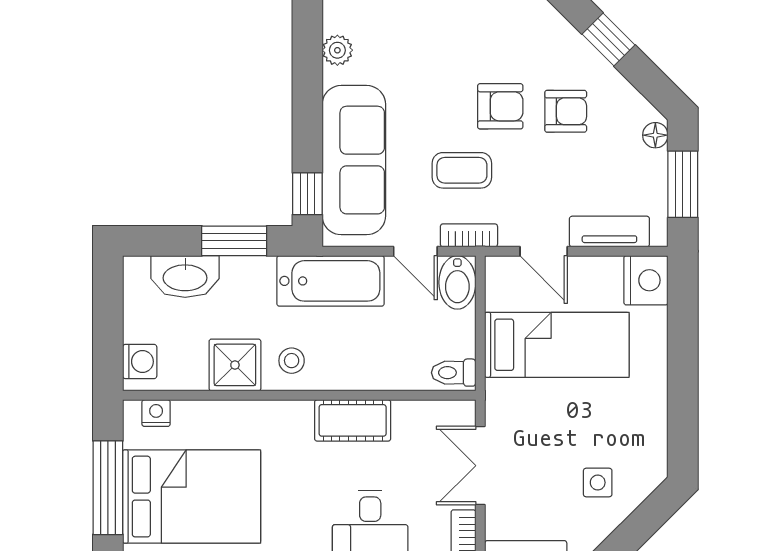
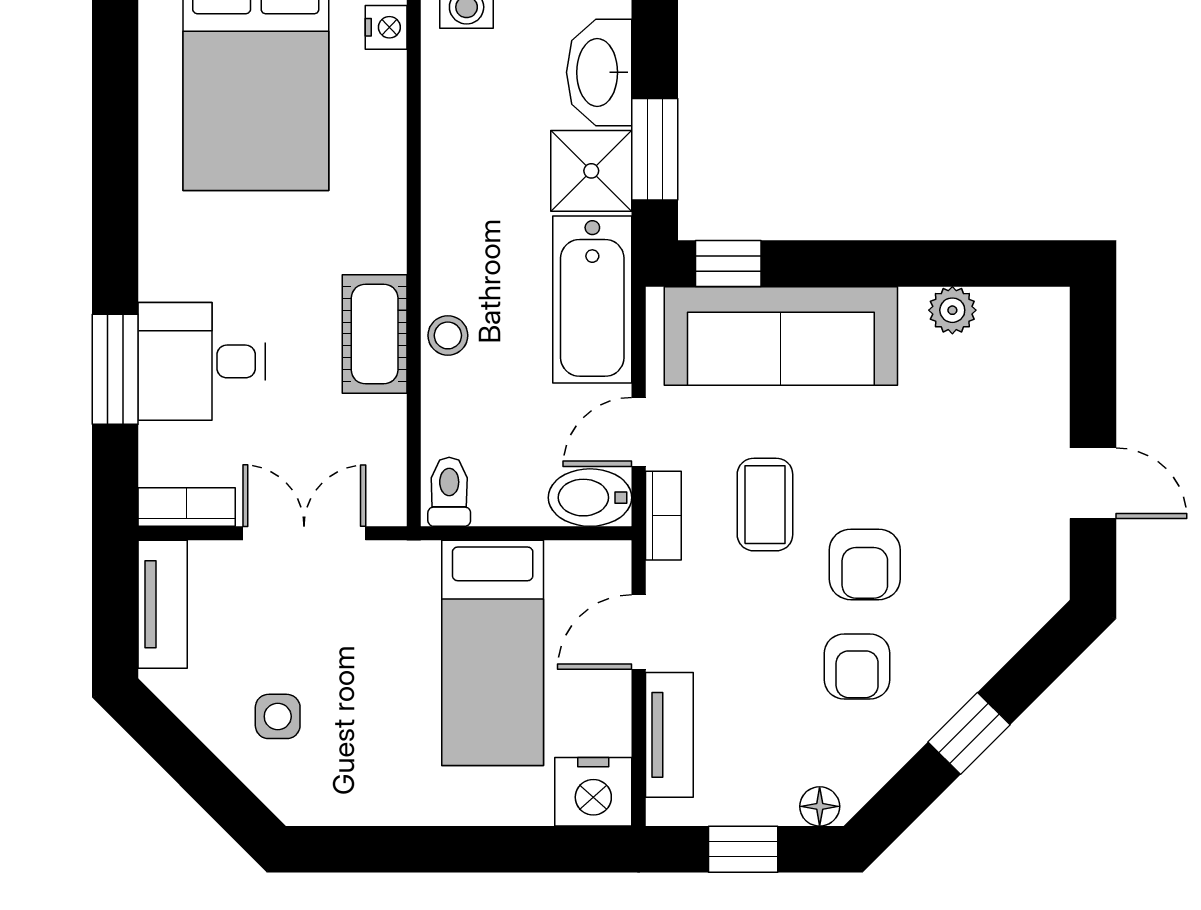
window: (683, 184) -> (743, 849), width x0.67
stool: (292, 361) -> (448, 335), moved
shower: (235, 365) -> (591, 171), moved

